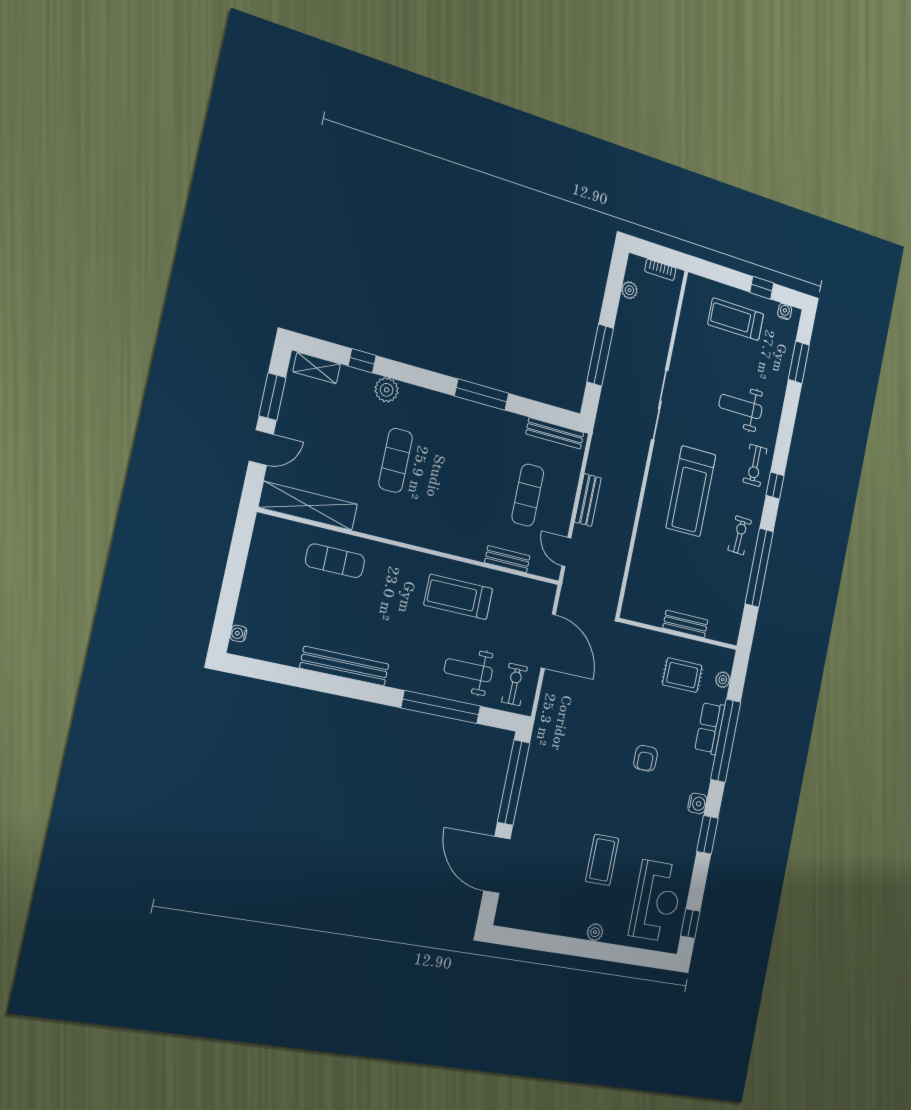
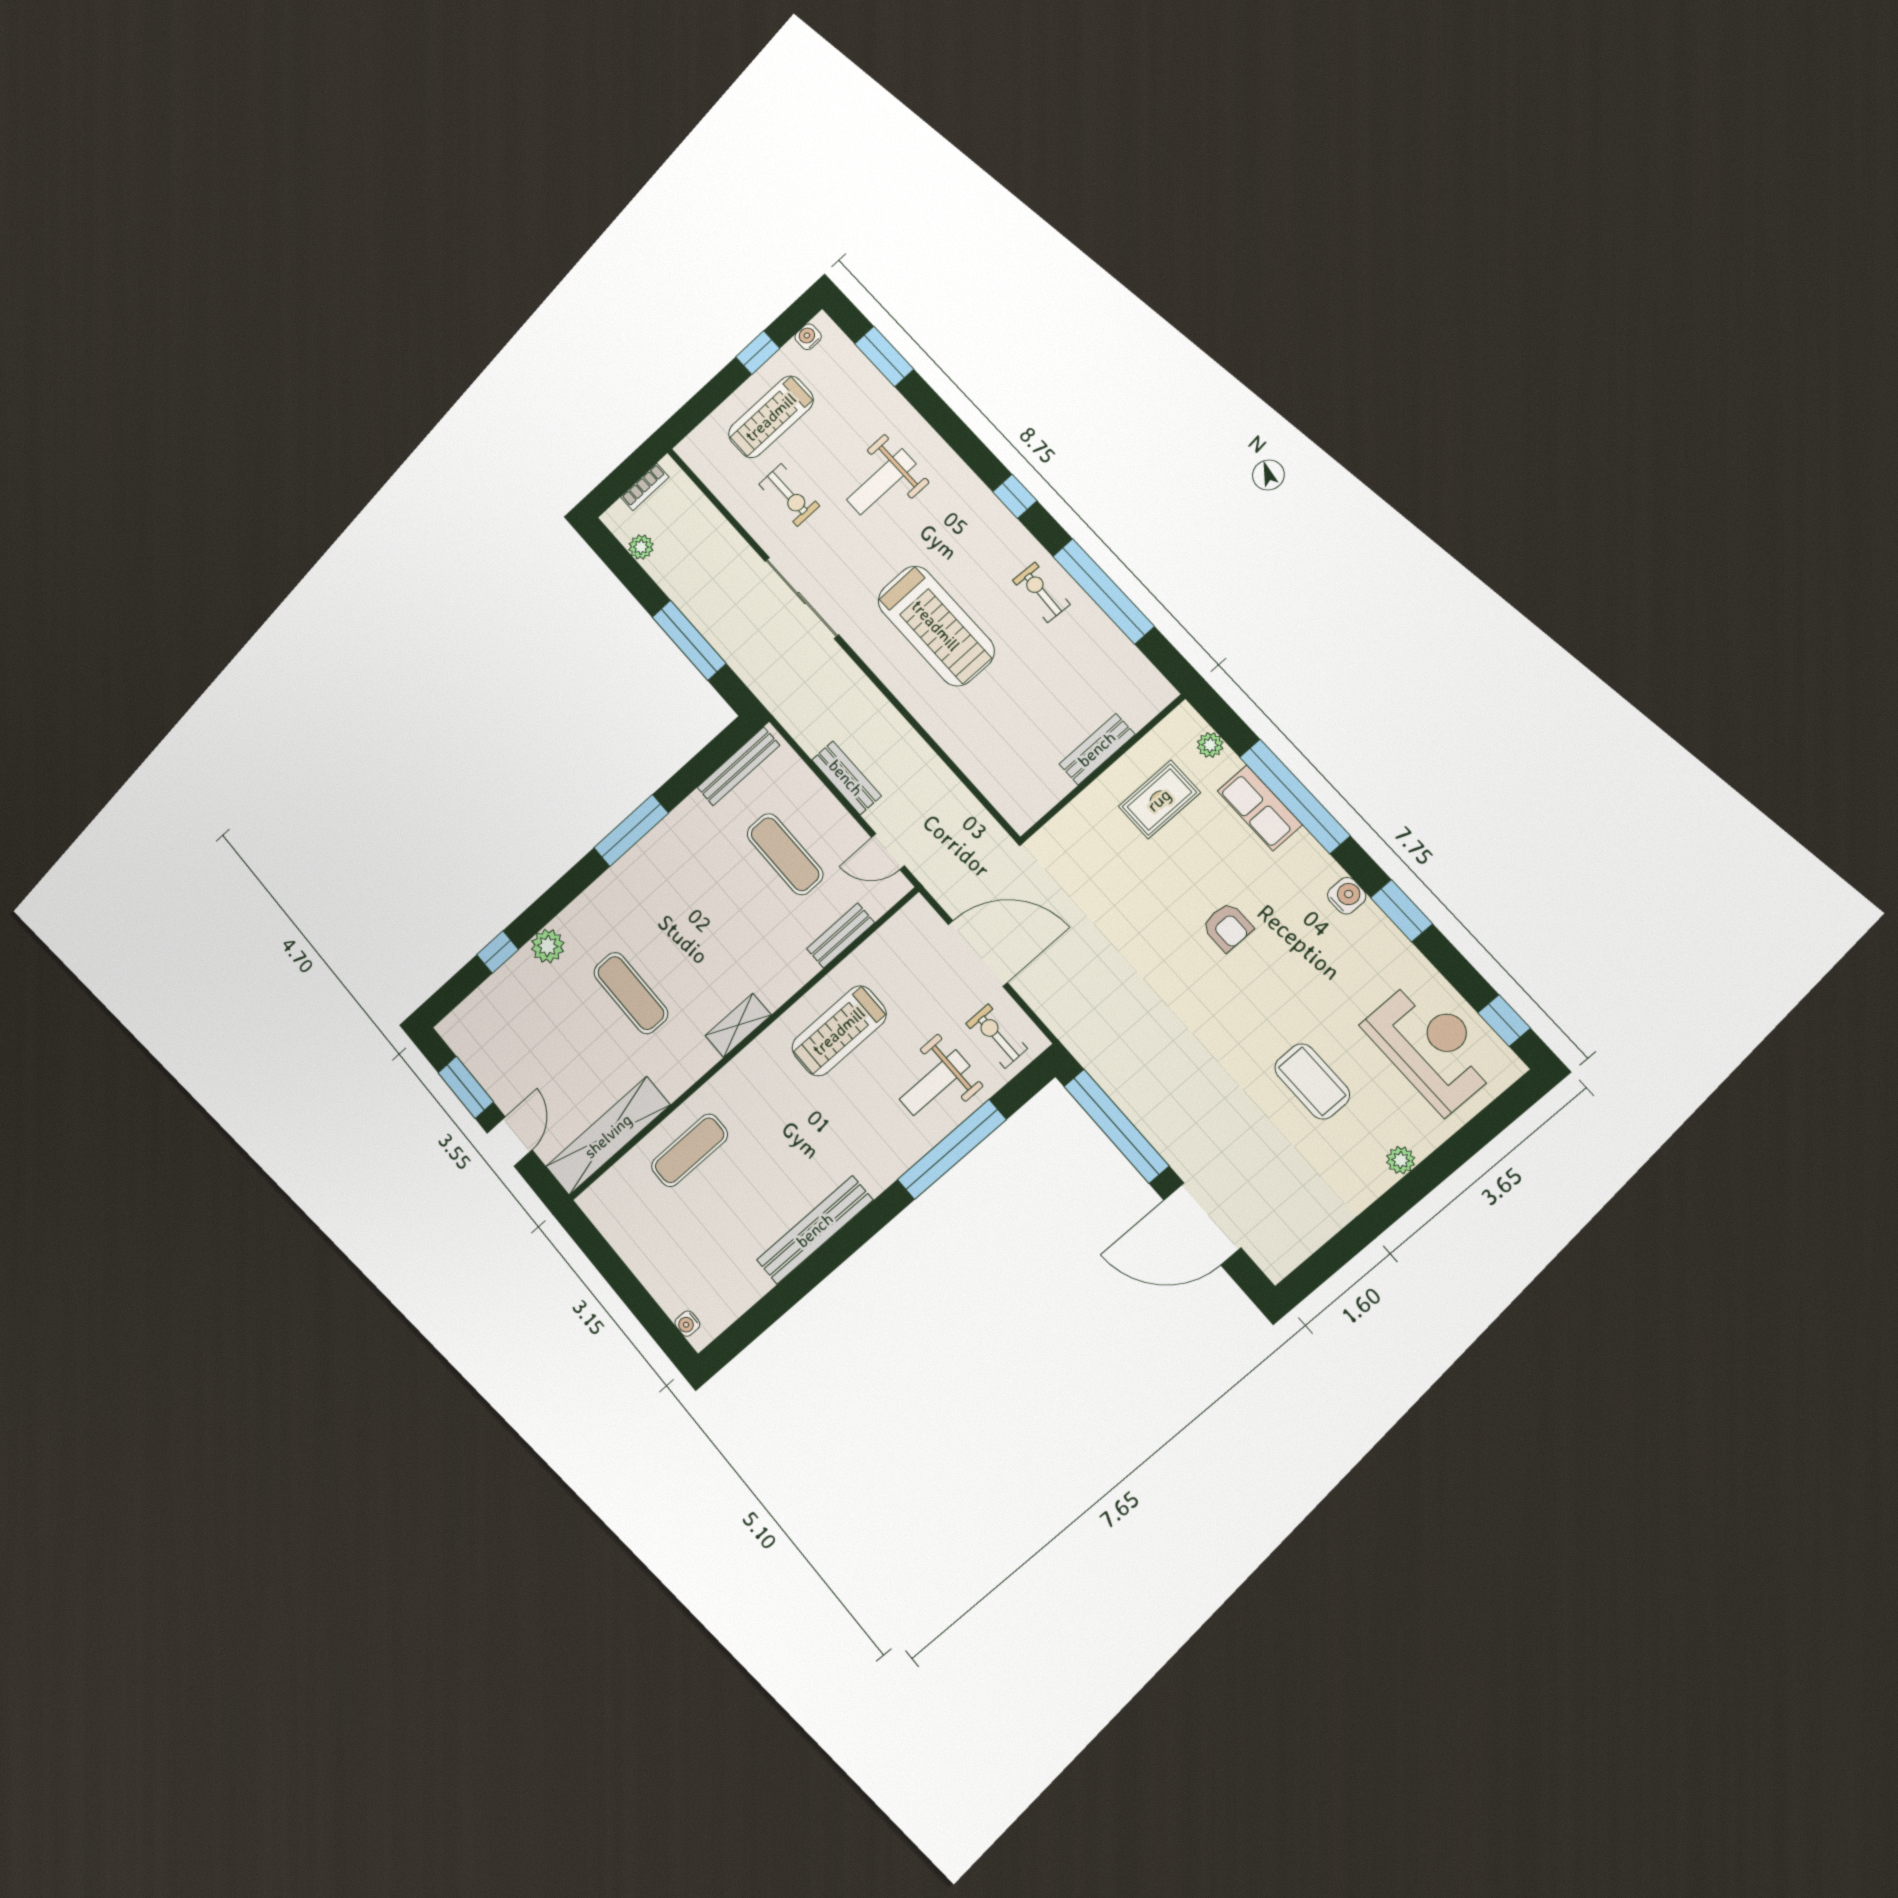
shelving: (317, 368) -> (738, 1025), moved
exercise bike: (755, 465) -> (789, 495), moved

